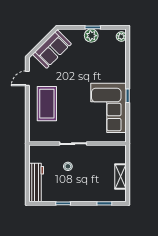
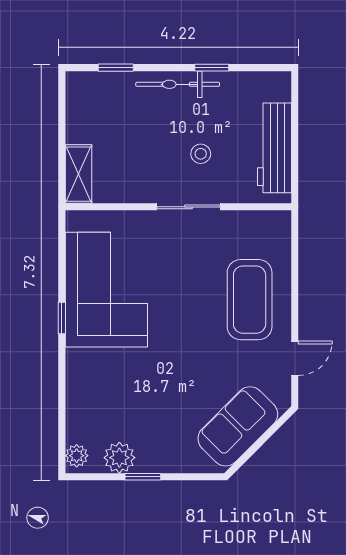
plant: (91, 36) -> (119, 458), moved
shelving: (120, 177) -> (78, 174), moved
workbench: (36, 183) -> (274, 148), moved
bicycle: (78, 196) -> (178, 84), added

